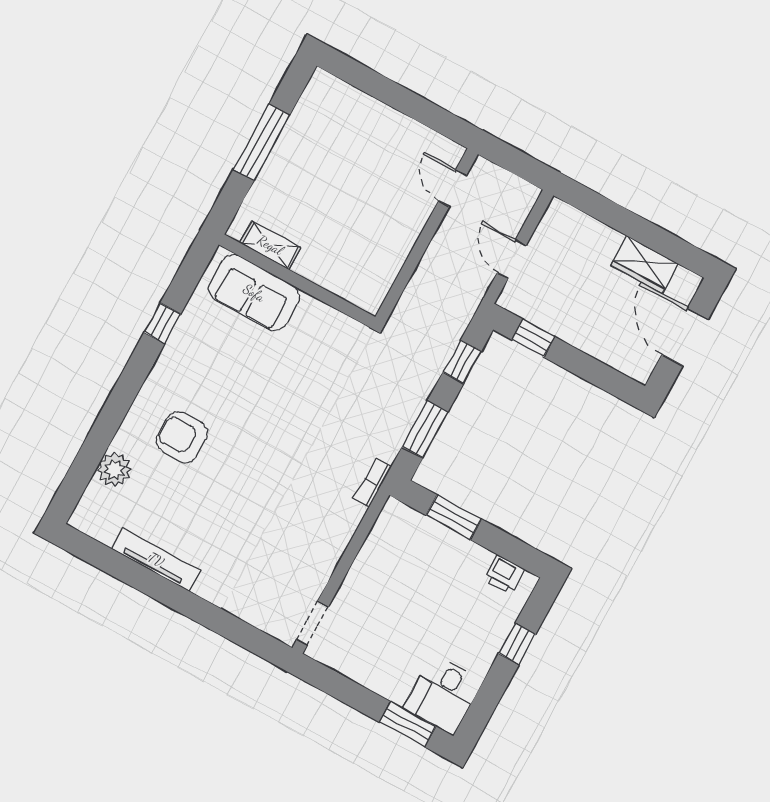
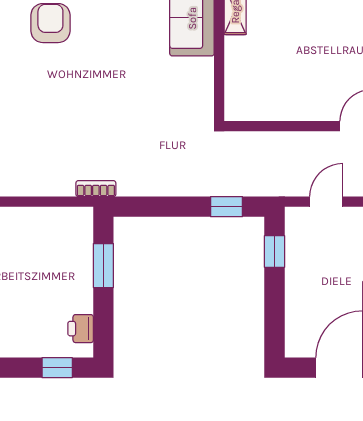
window: (425, 429) -> (159, 207), removed
window: (517, 644) -> (57, 368), moved

